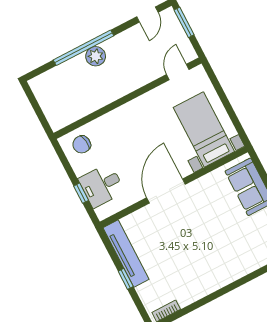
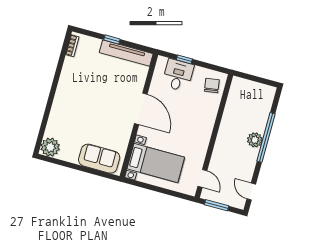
window: (184, 22) -> (217, 205), moved

